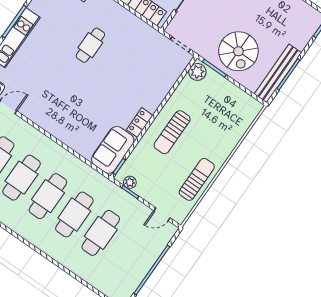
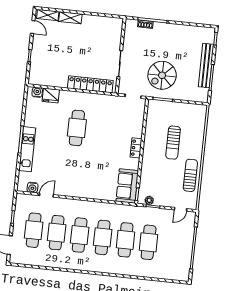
cafe table: (90, 45) -> (77, 128), width x1.37, depth x1.35
spiral stairs: (238, 51) -> (162, 75), moved, turned 90
plant: (197, 72) -> (153, 108), removed
bench: (278, 73) -> (206, 66), moved
locker: (140, 123) -> (136, 148), moved
sun lounger: (172, 132) -> (173, 143), moved

